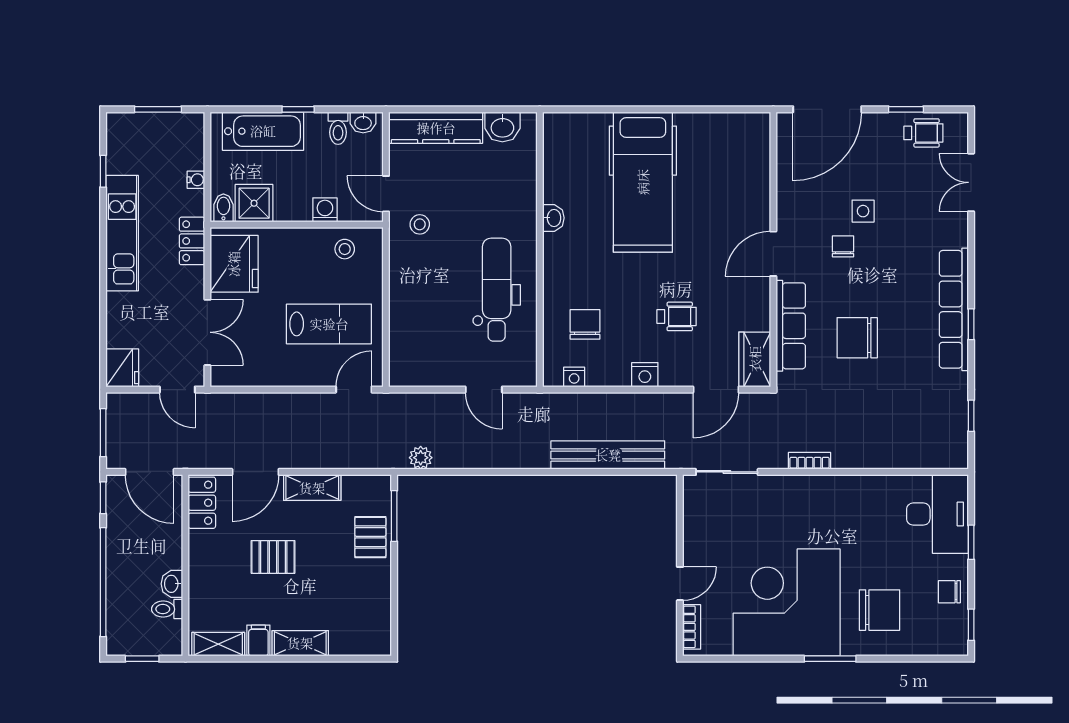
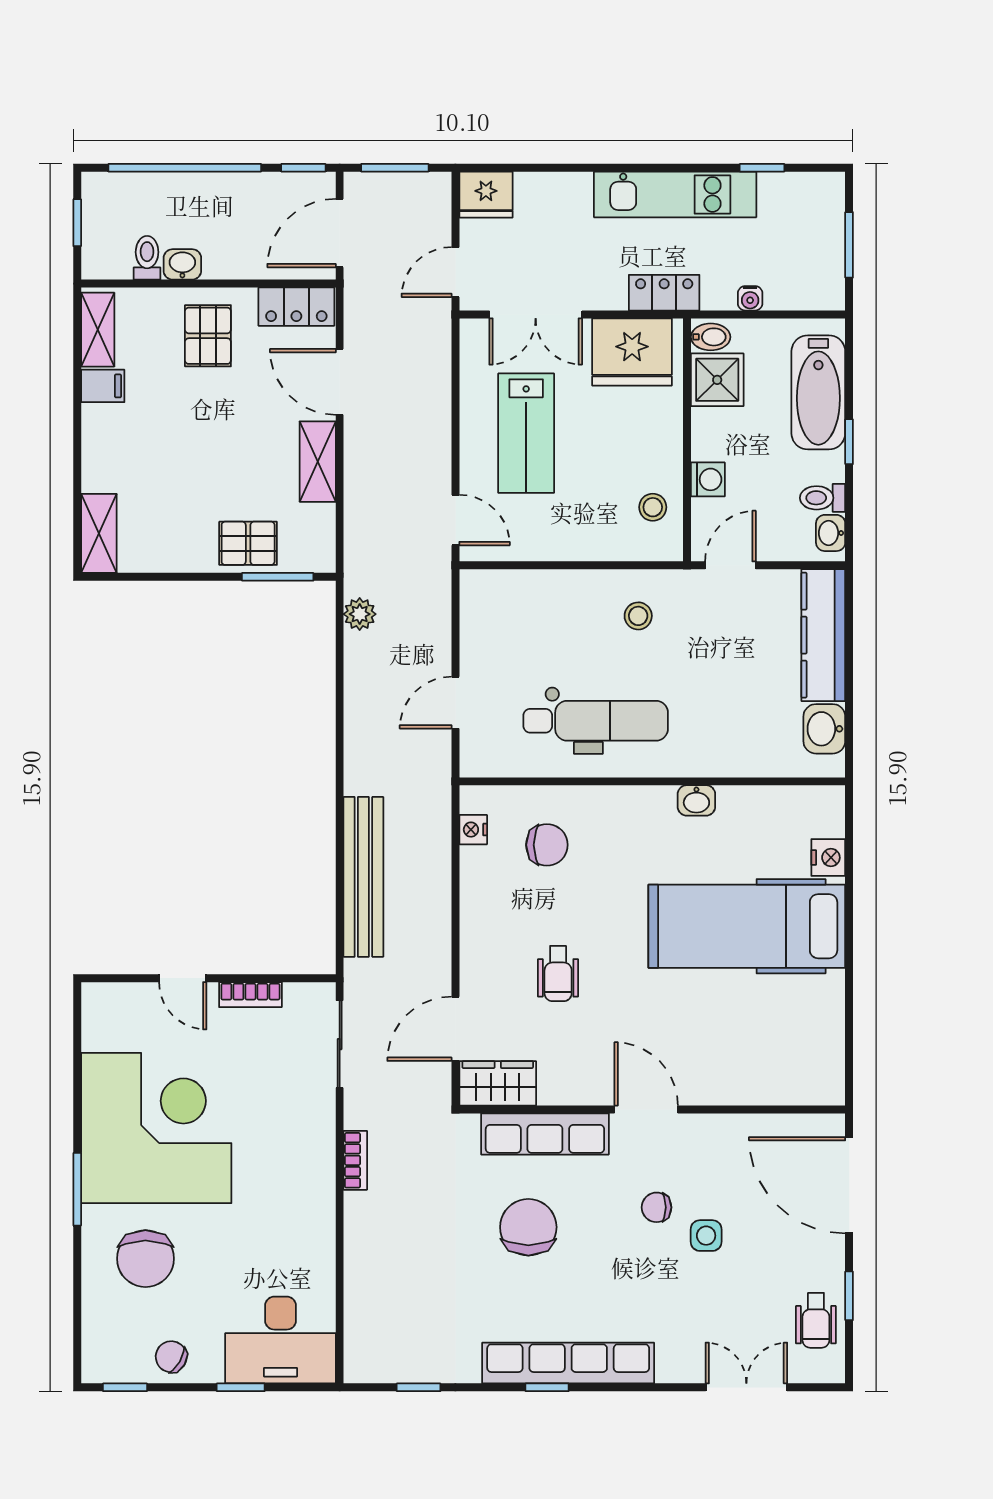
stool: (420, 224) -> (638, 616), moved
chair: (843, 246) -> (657, 1207), turned 180
lab bench: (329, 324) -> (526, 433), moved
nightstand: (645, 375) -> (828, 858), moved, turned 180
door: (716, 390) -> (455, 1029), hinge flipped
pallet: (273, 557) -> (208, 336), moved
chair: (949, 592) -> (171, 1357), turned -60
bookcase: (692, 627) -> (250, 995), moved
shelving: (300, 643) -> (99, 533), moved

